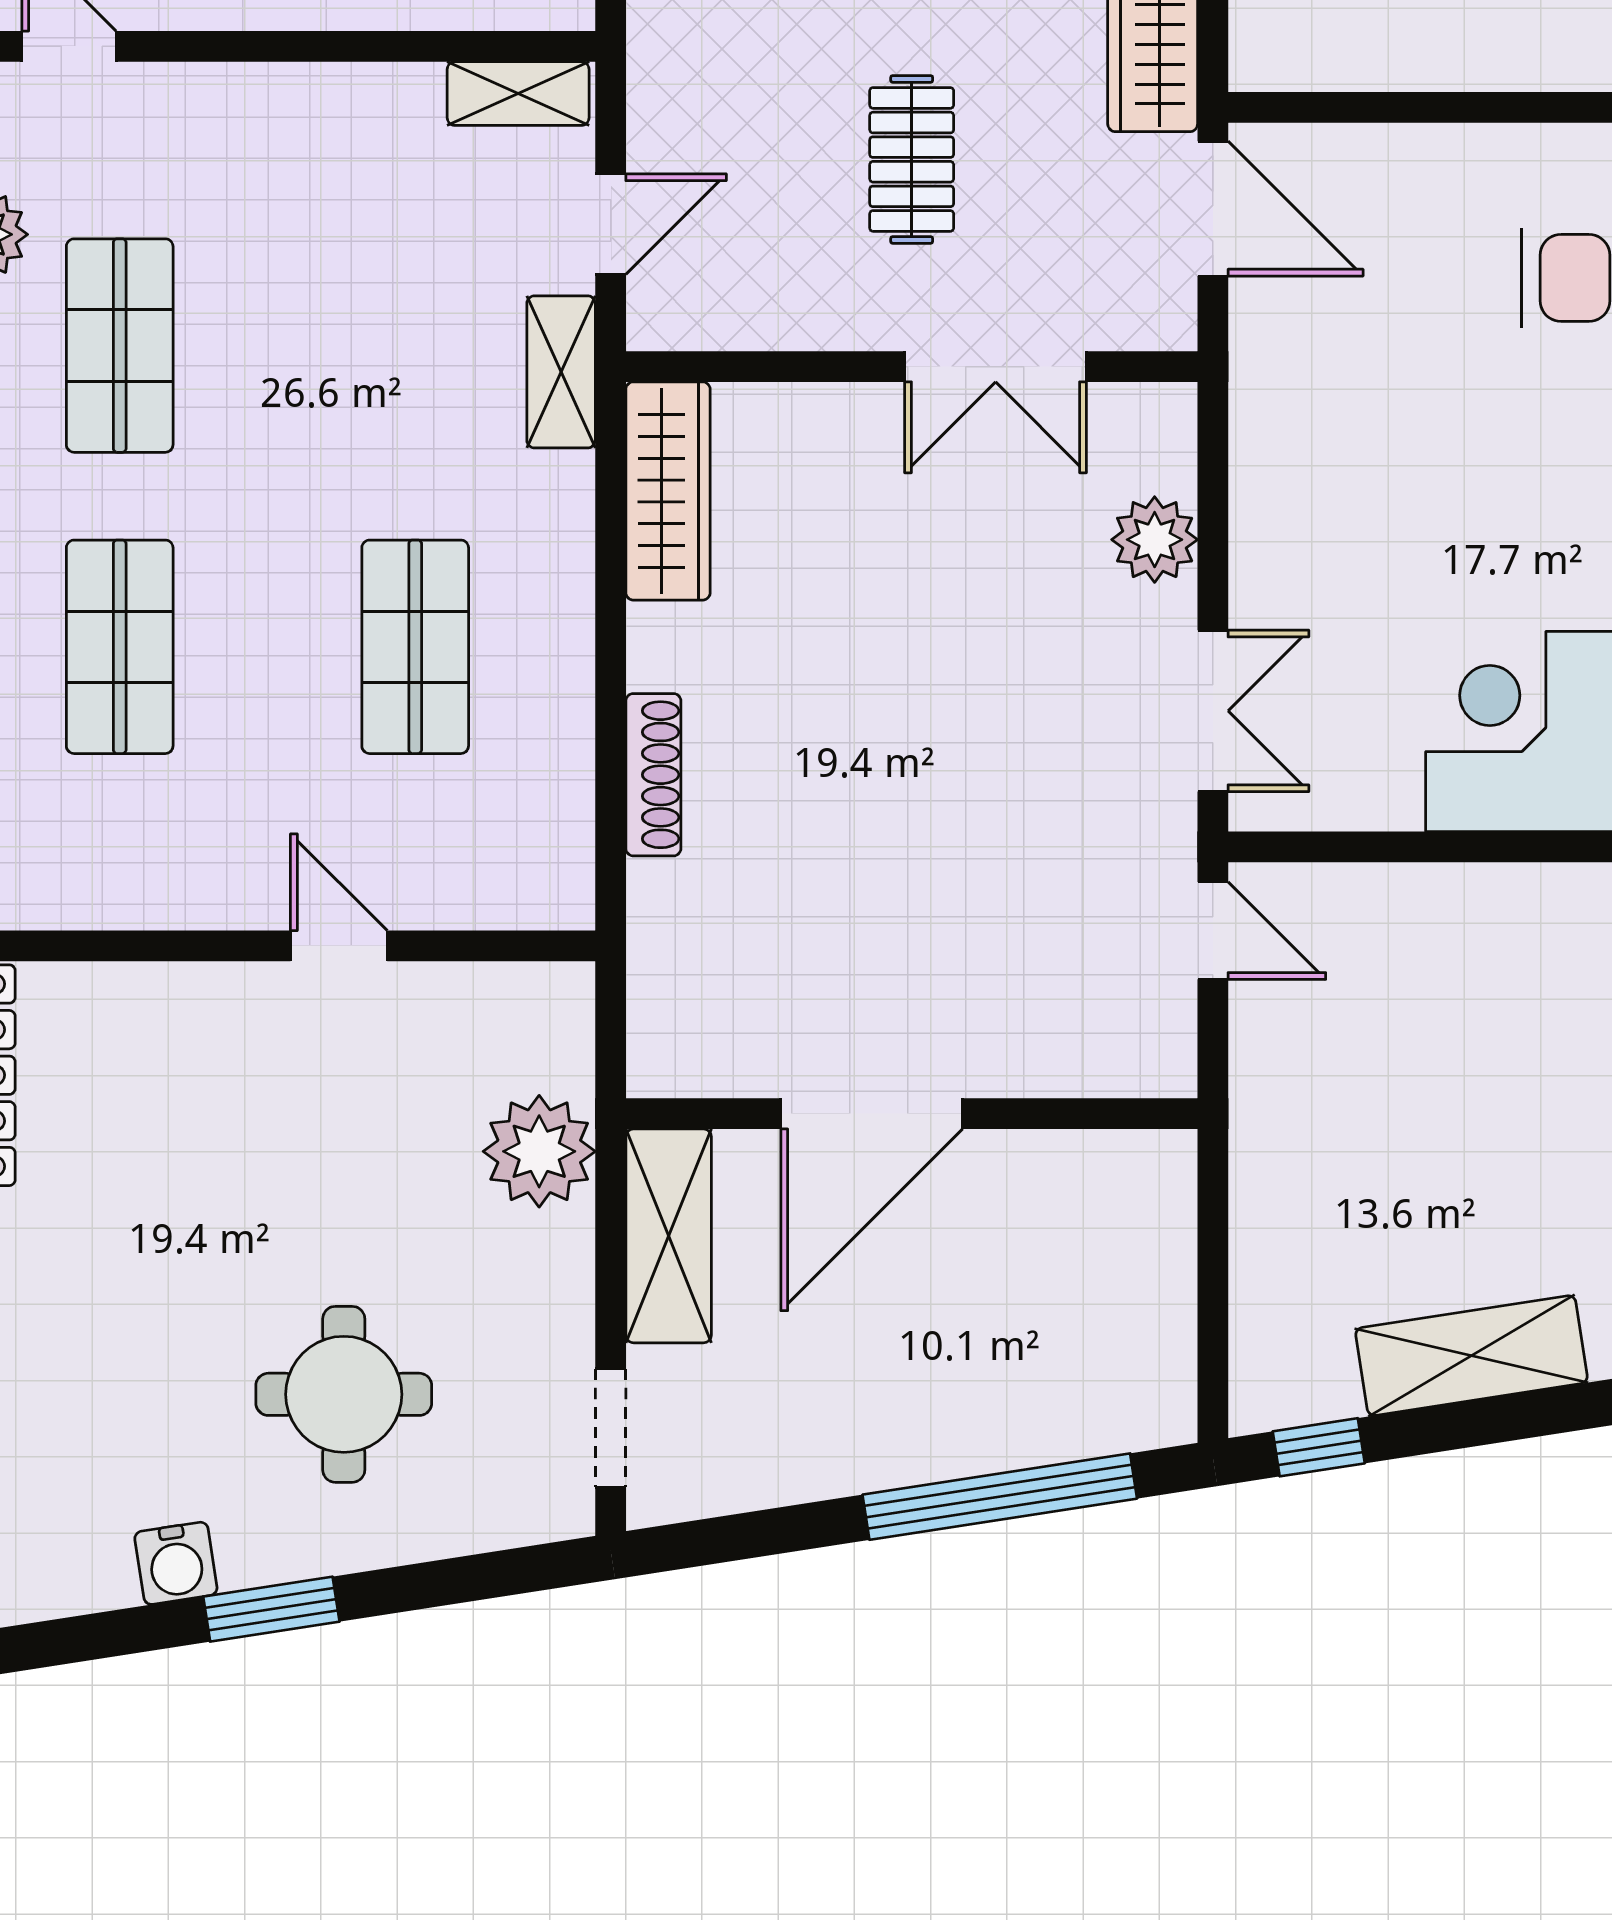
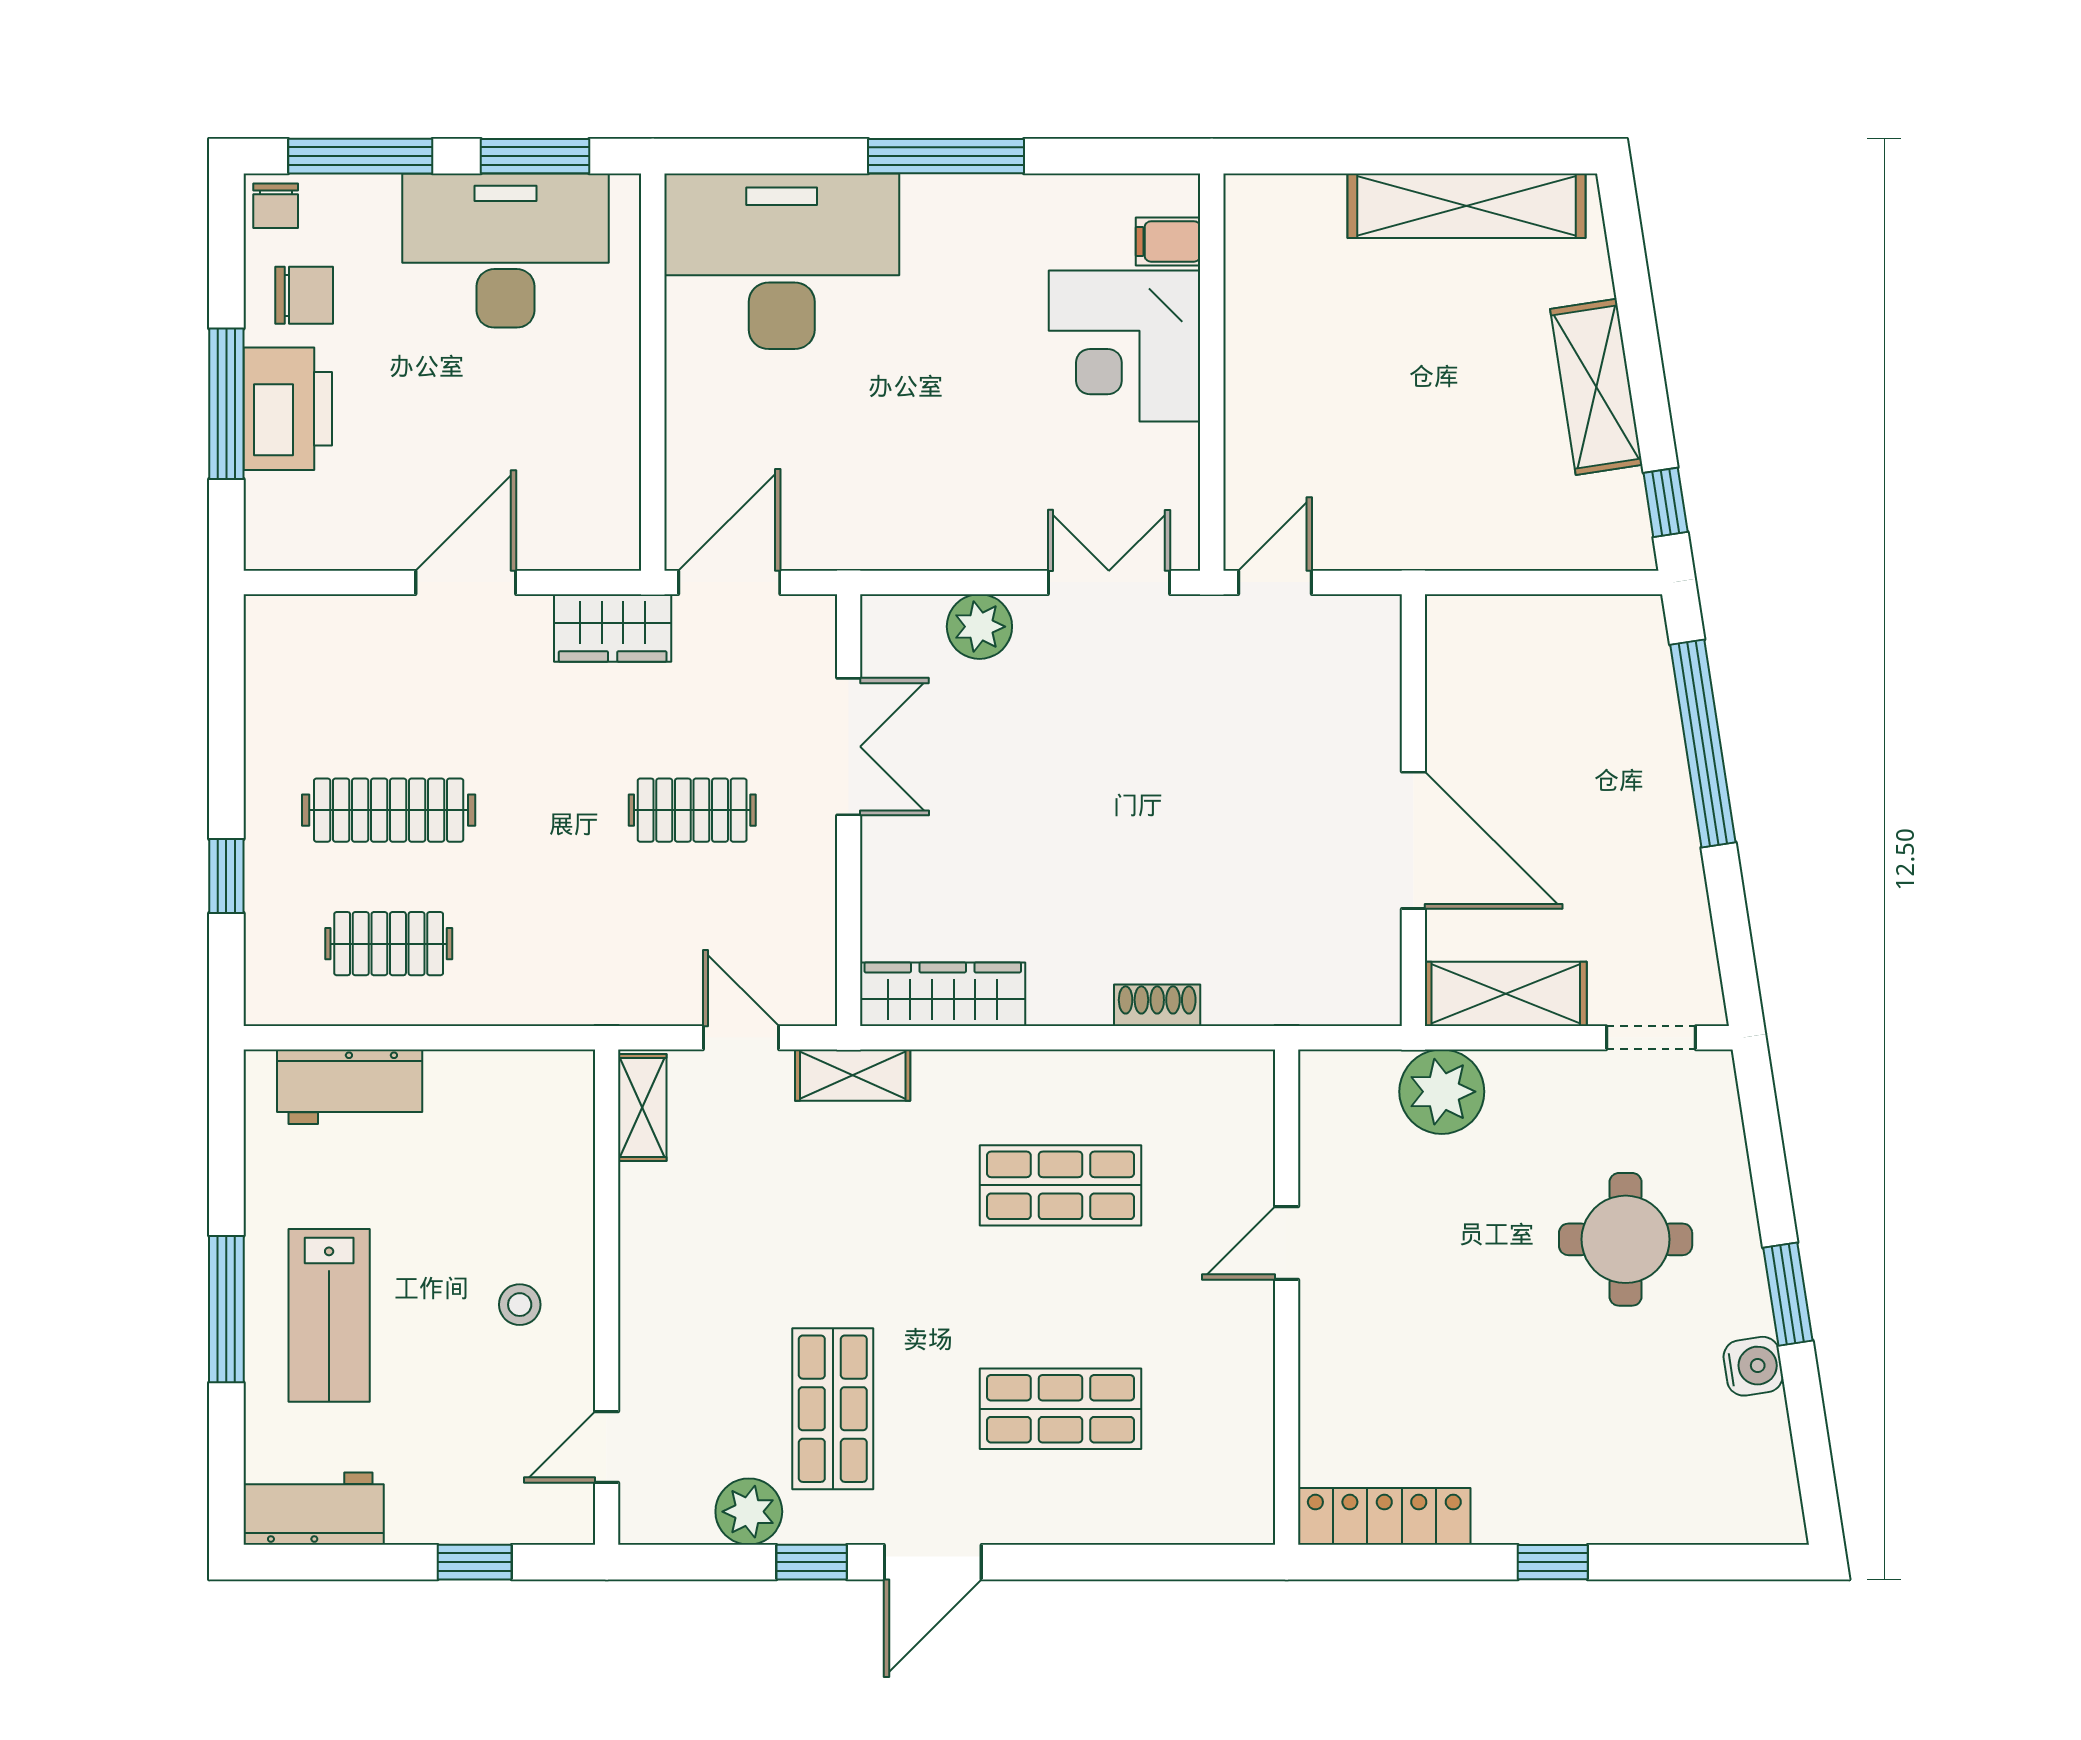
shop shelf: (120, 346) -> (833, 1409), turned 90
shoe rack: (653, 775) -> (1157, 1005), width x0.70

